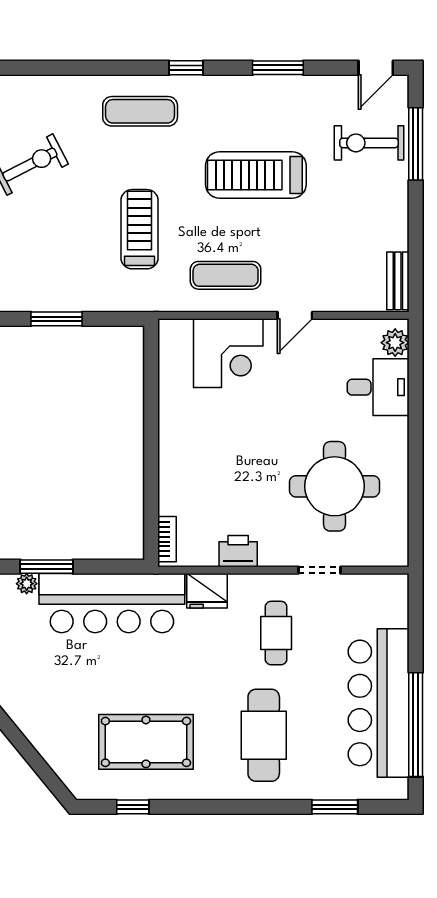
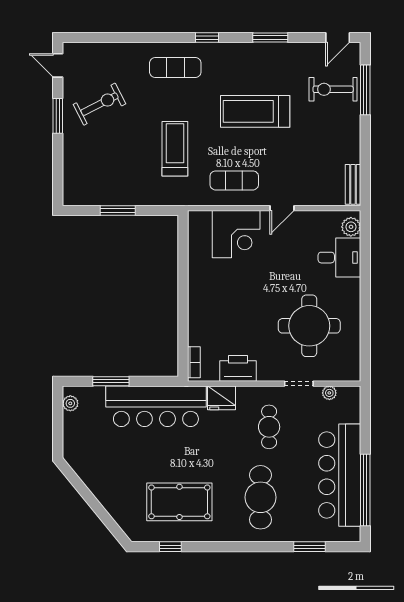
printer: (238, 551) -> (238, 368), width x1.37, depth x1.19
plant: (27, 584) -> (329, 393), moved

